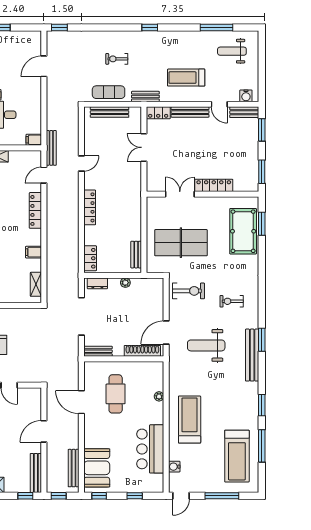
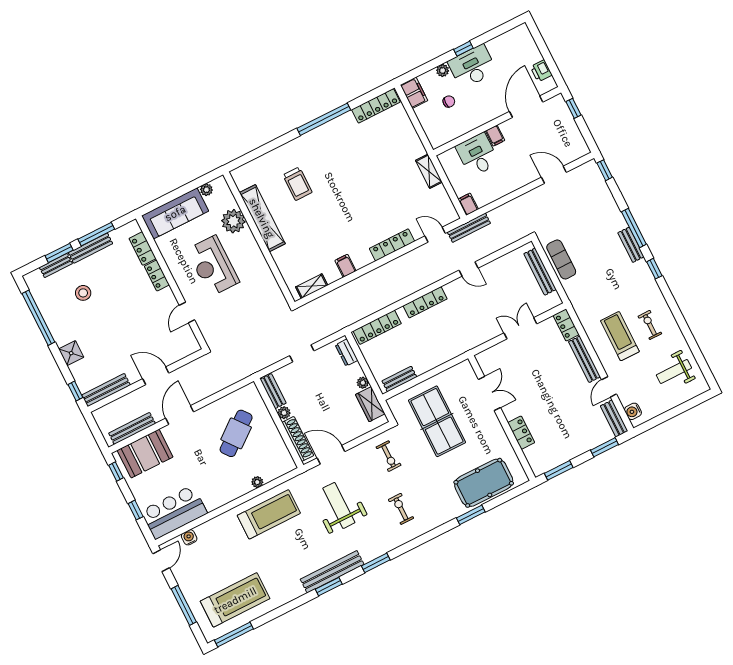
window: (216, 27) -> (634, 228), moved
weight bench: (232, 51) -> (674, 371), turned -90
exercise bike: (117, 59) -> (650, 325), moved
bench: (145, 96) -> (631, 245), moved
locker: (214, 185) -> (521, 433), width x0.66
window: (262, 224) -> (471, 515), moved
locker: (90, 258) -> (377, 327), width x1.53
wardrobe: (144, 285) -> (370, 404), added
exercise bike: (188, 291) -> (389, 456), width x0.73, depth x0.72
doorway: (81, 316) -> (302, 353), width x0.53
plant: (118, 351) -> (284, 413), added
bench: (252, 355) -> (332, 572), moved
cafe table: (116, 394) -> (236, 433), turned -38
door: (81, 402) -> (180, 415), moved
window: (262, 405) -> (329, 587), moved
treadmill: (190, 420) -> (269, 514), moved
window: (262, 446) -> (234, 635), moved
bar counter: (150, 449) -> (174, 512), moved
treadmill: (237, 456) -> (235, 600), turned 180
window: (59, 496) -> (94, 427), removed
door: (181, 496) -> (161, 561), swing flipped

